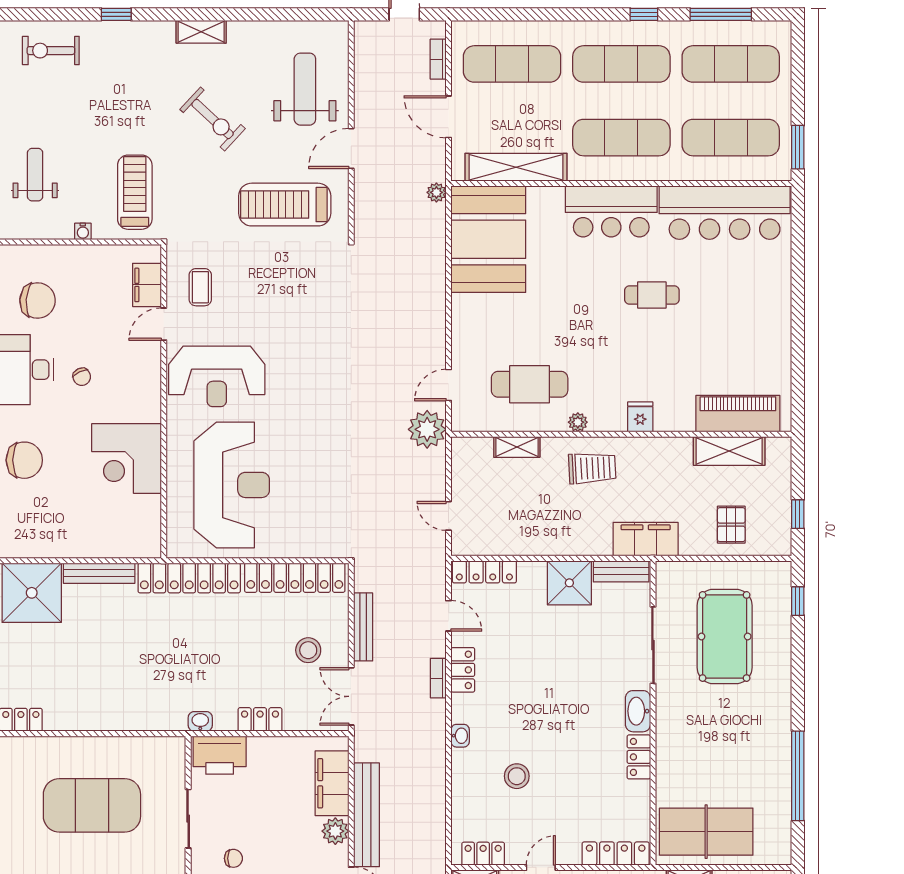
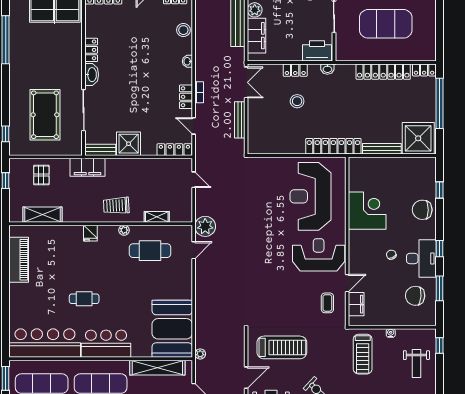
piano: (738, 414) -> (19, 260), moved, turned -90
locker: (295, 578) -> (383, 72), moved, turned 180
stool: (308, 650) -> (297, 101), moved
stool: (517, 776) -> (183, 30), moved

